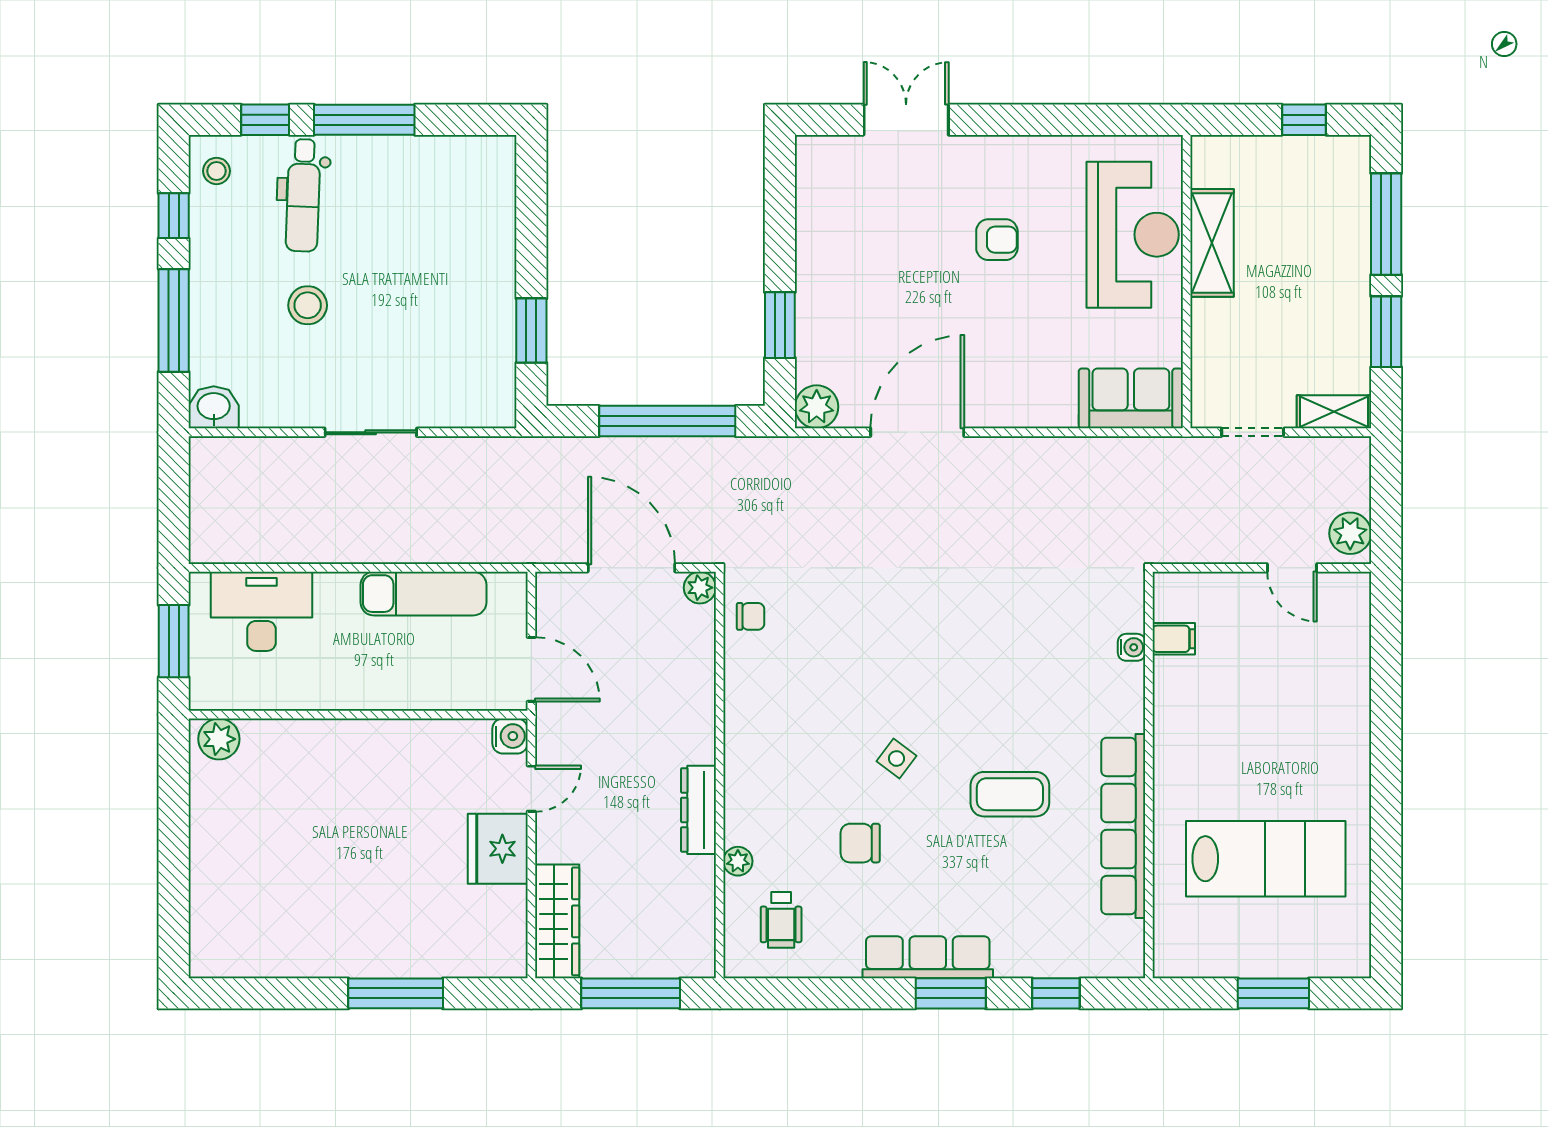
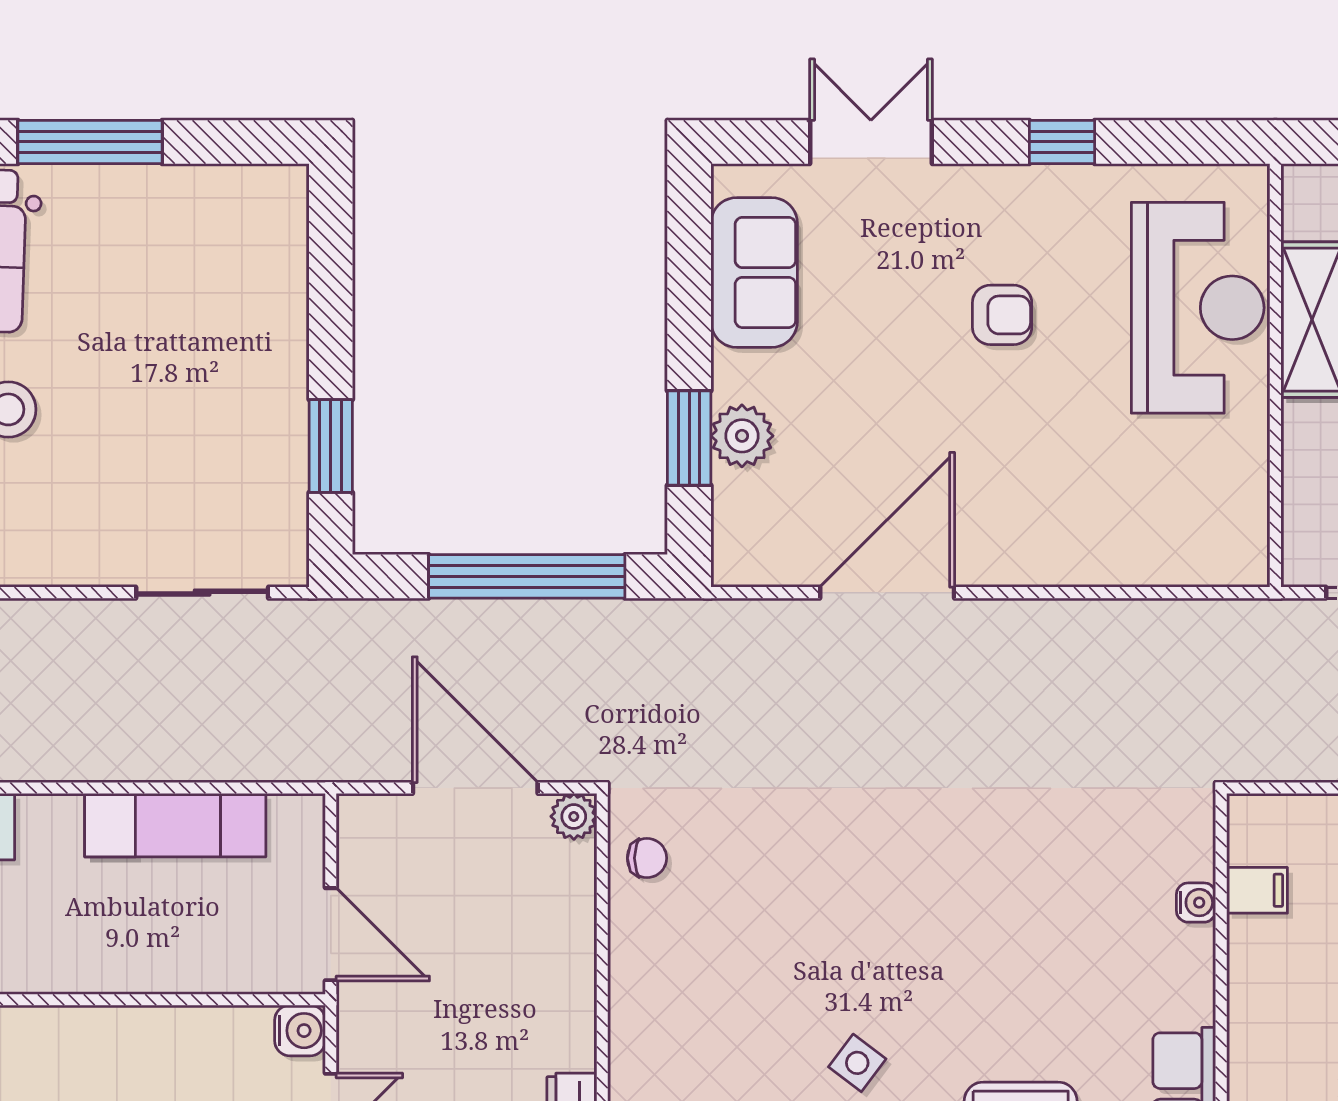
window: (1039, 120) -> (1062, 142), added
sofa: (1131, 398) -> (754, 272), moved, turned 90
plant: (817, 407) -> (742, 436), moved
sliding door: (371, 432) -> (202, 593), moved

